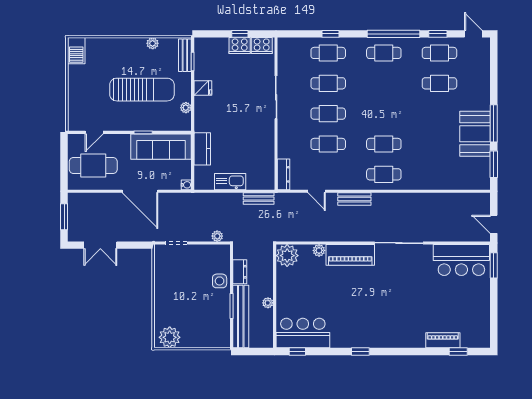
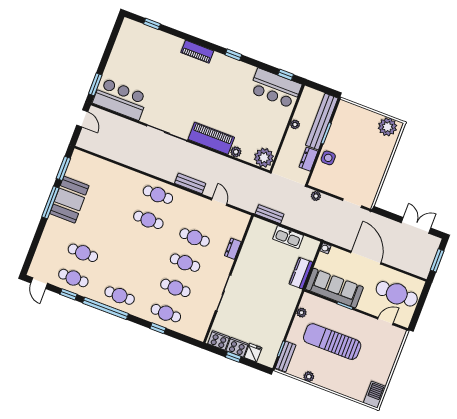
fridge: (203, 88) -> (253, 353), moved, turned 90
dresser: (284, 174) -> (233, 249), moved, width x0.70
piano: (443, 340) -> (197, 52), moved

